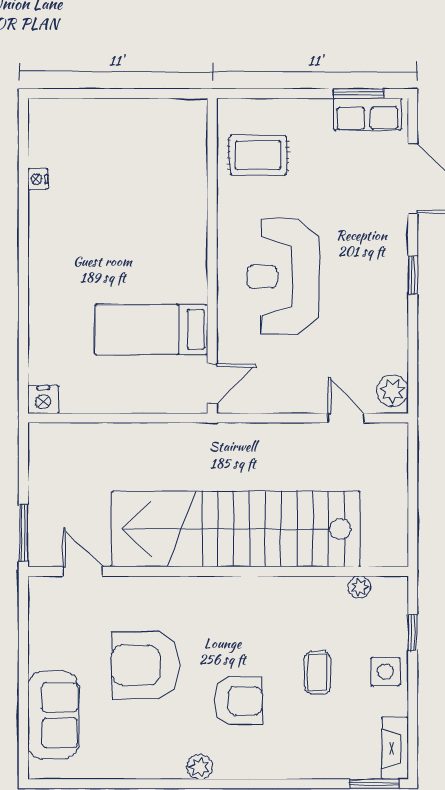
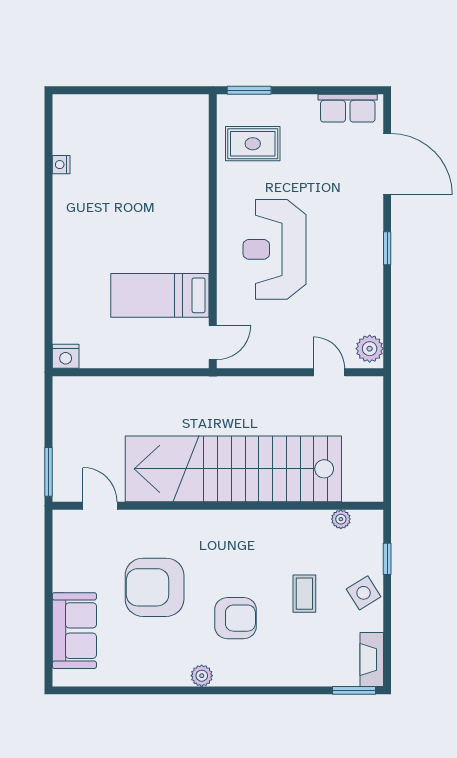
window: (359, 94) -> (249, 90), moved
side table: (386, 672) -> (364, 593), turned -32

